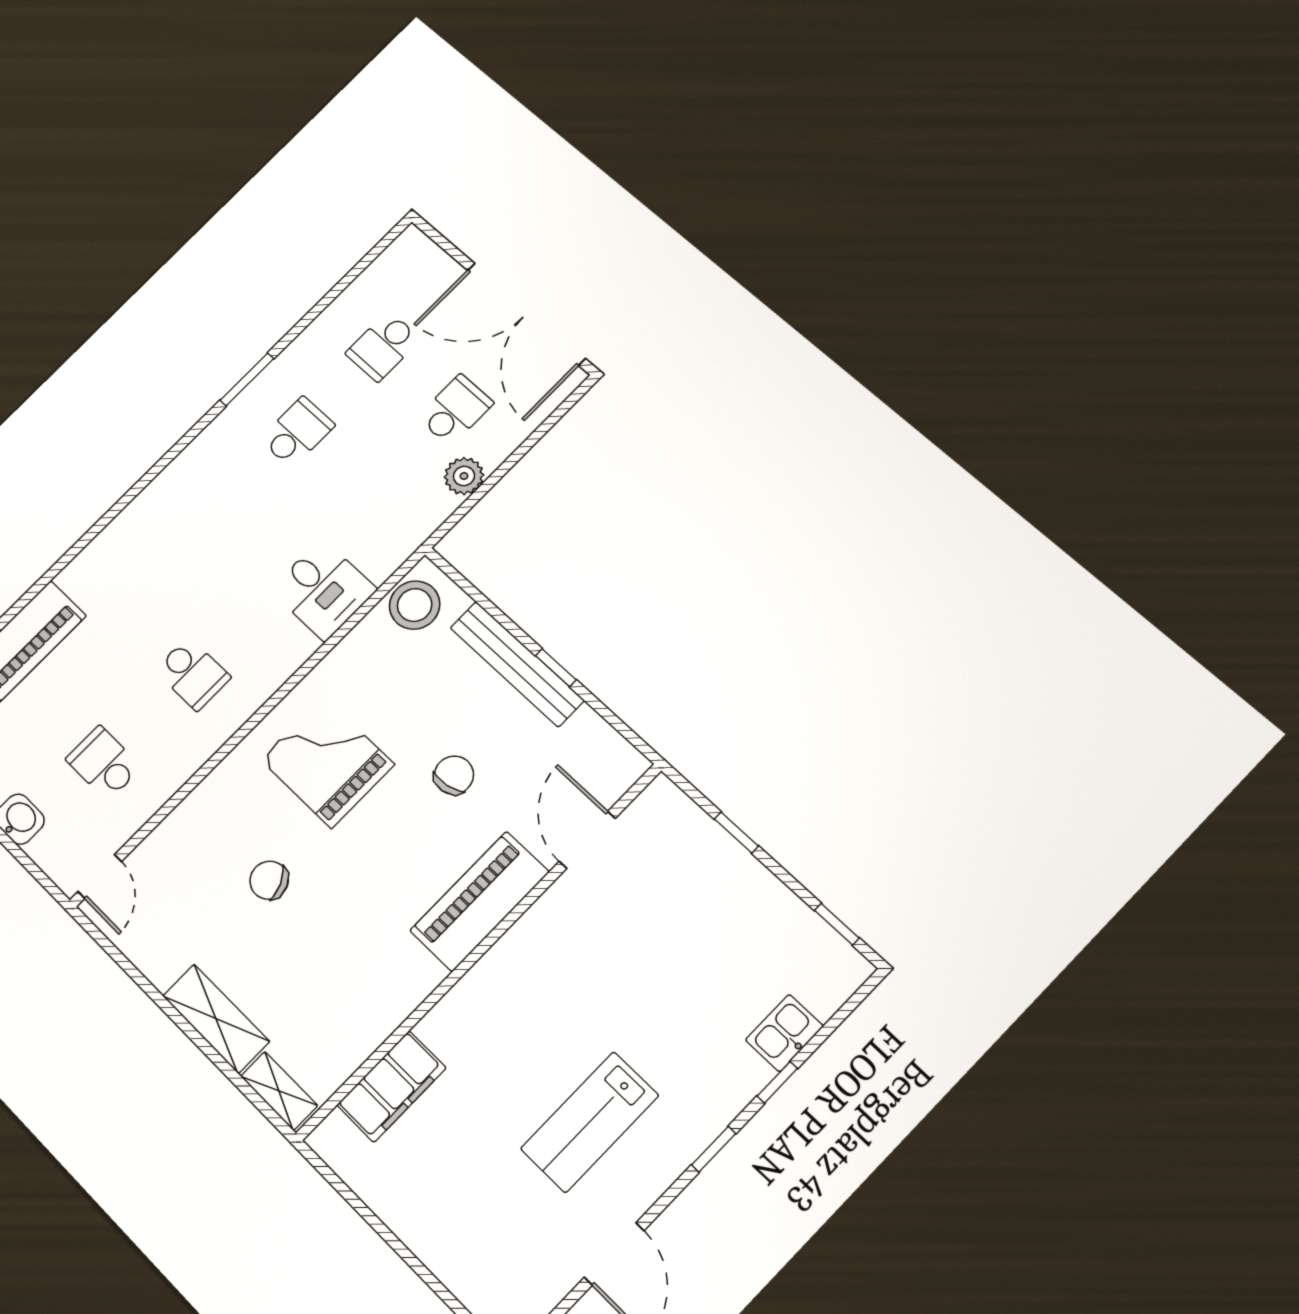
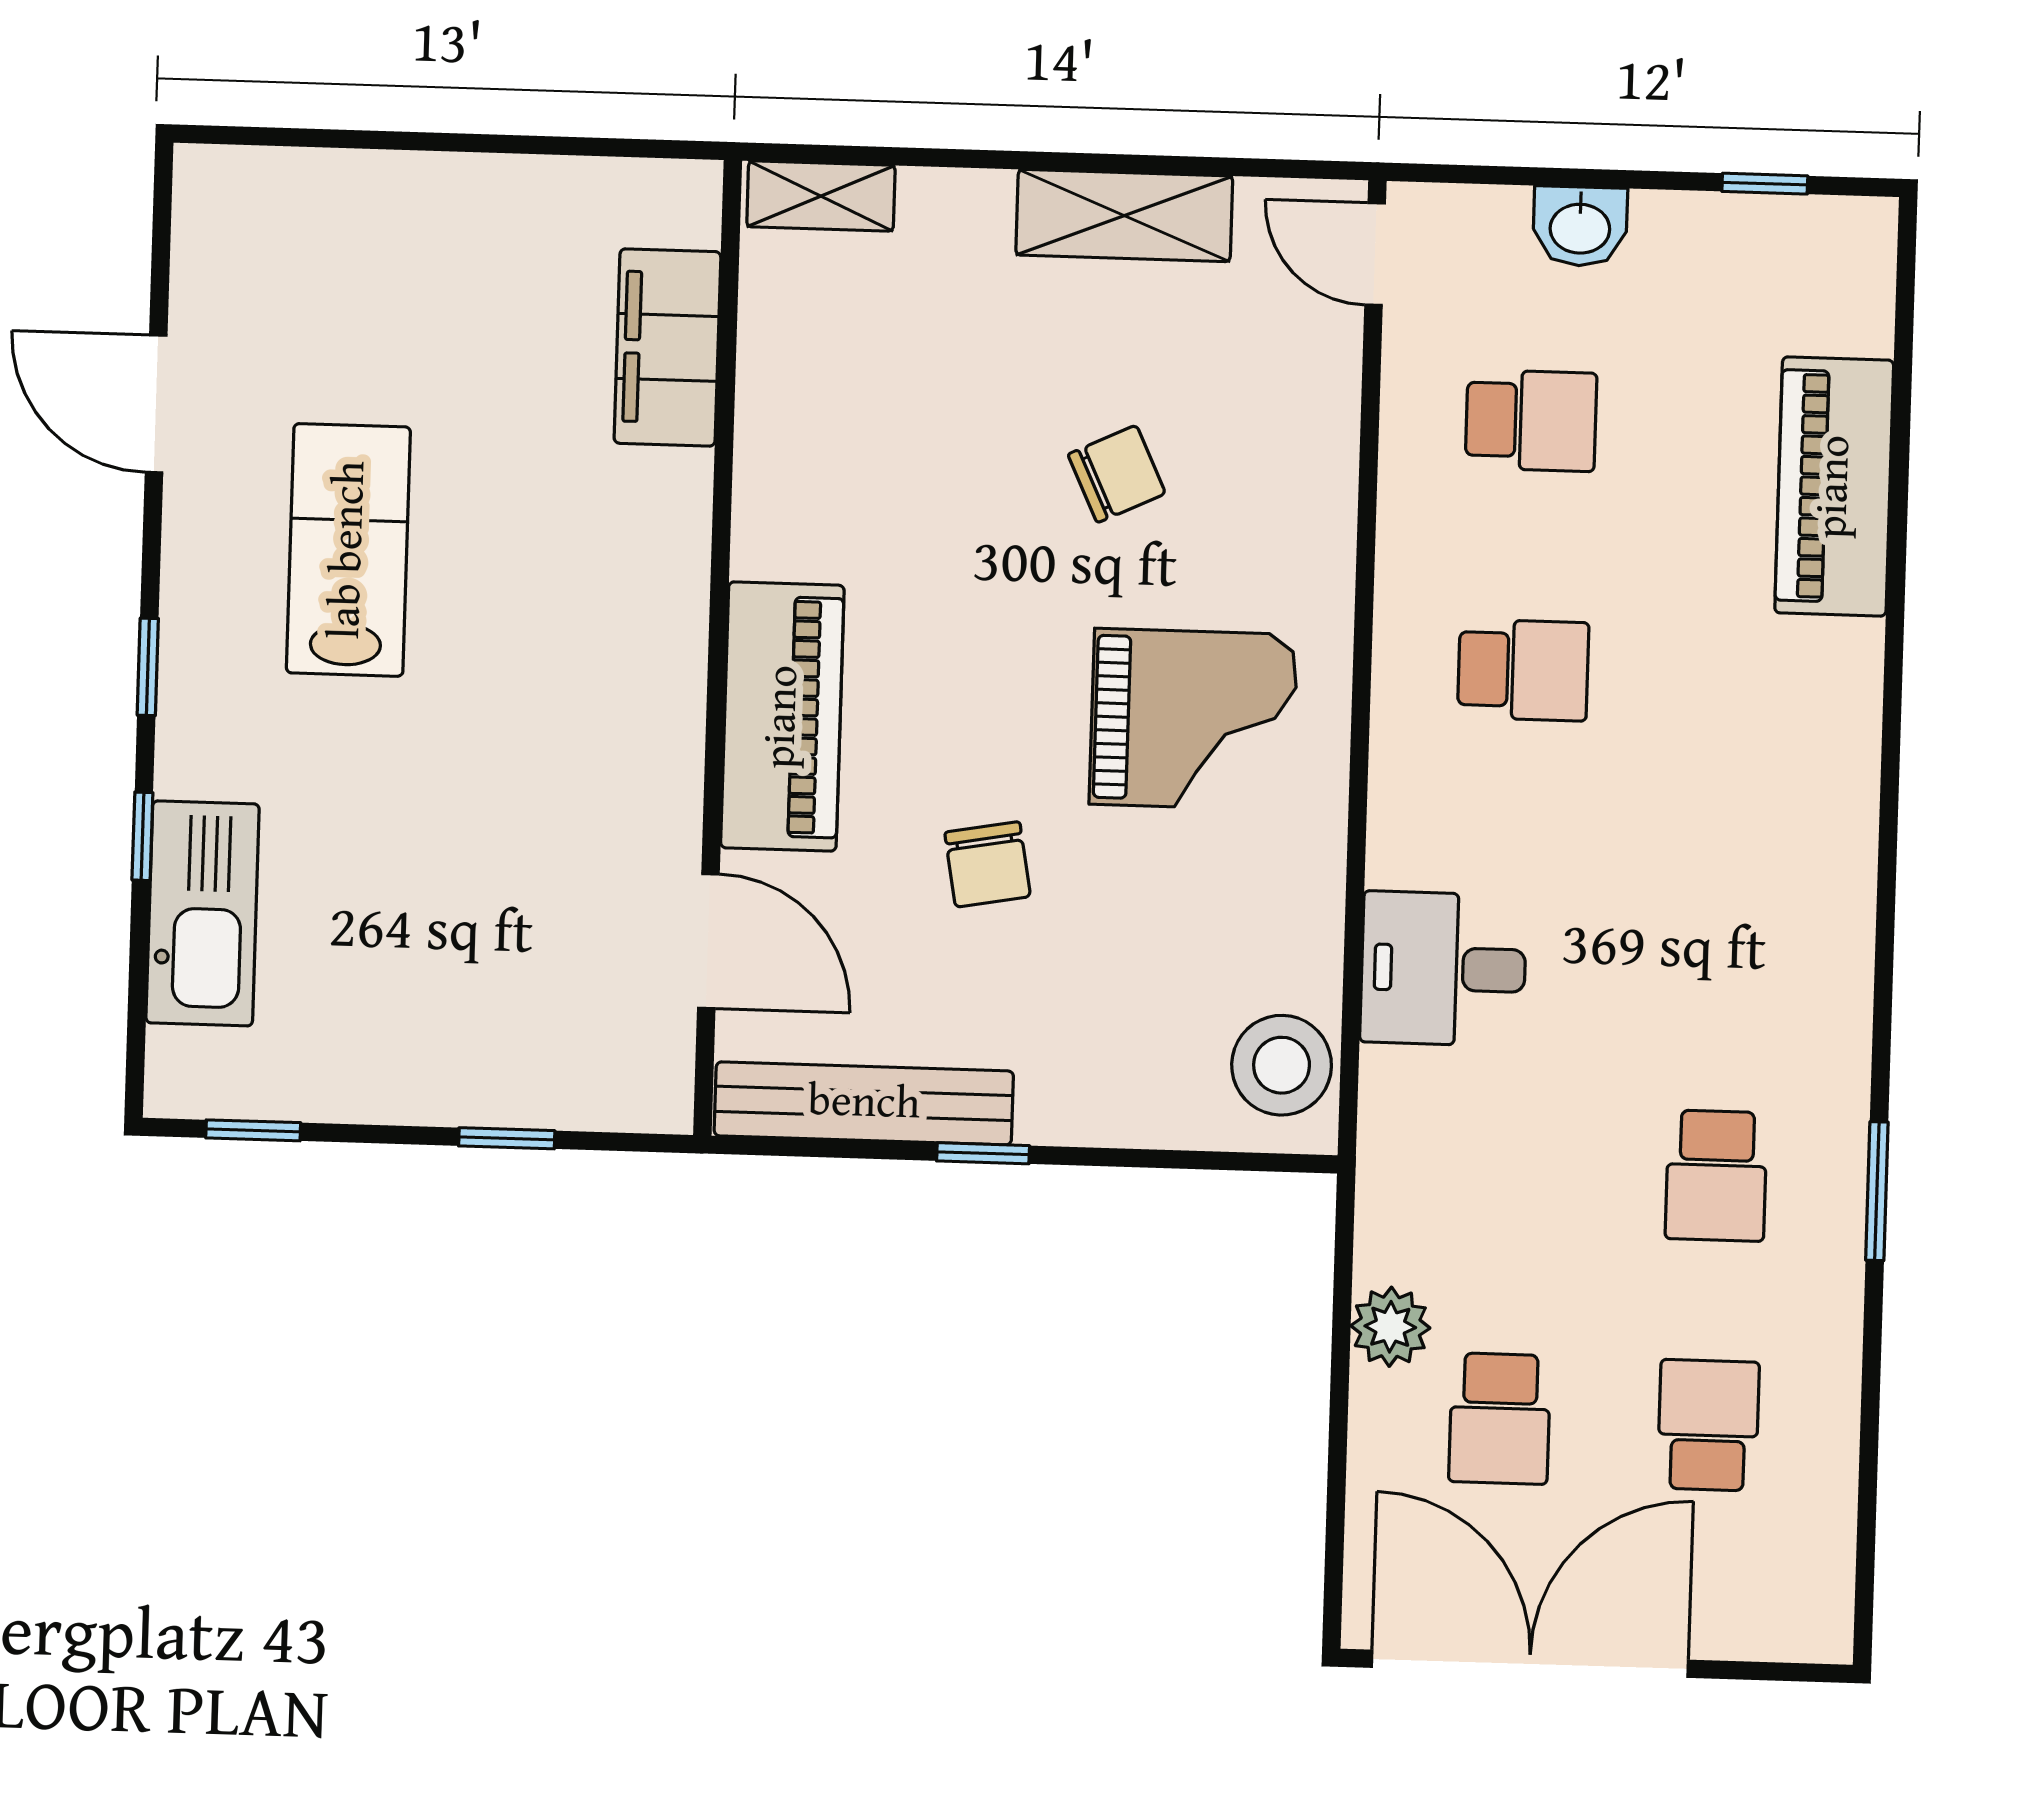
bench: (517, 664) -> (864, 1103), moved
school desk: (193, 674) -> (1523, 670), turned 180
shelving: (216, 1019) -> (1124, 216), moved
kitchen sink: (784, 1033) -> (203, 913), width x1.87, depth x1.24

